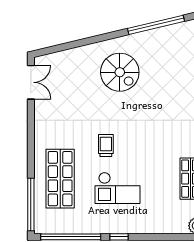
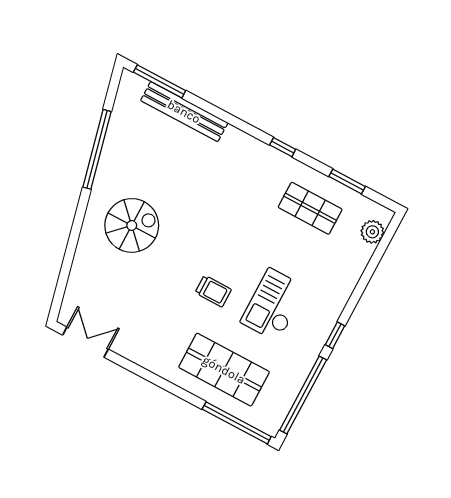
trolley: (106, 146) -> (213, 291), turned 180
checkout: (117, 188) -> (273, 305), turned 180

